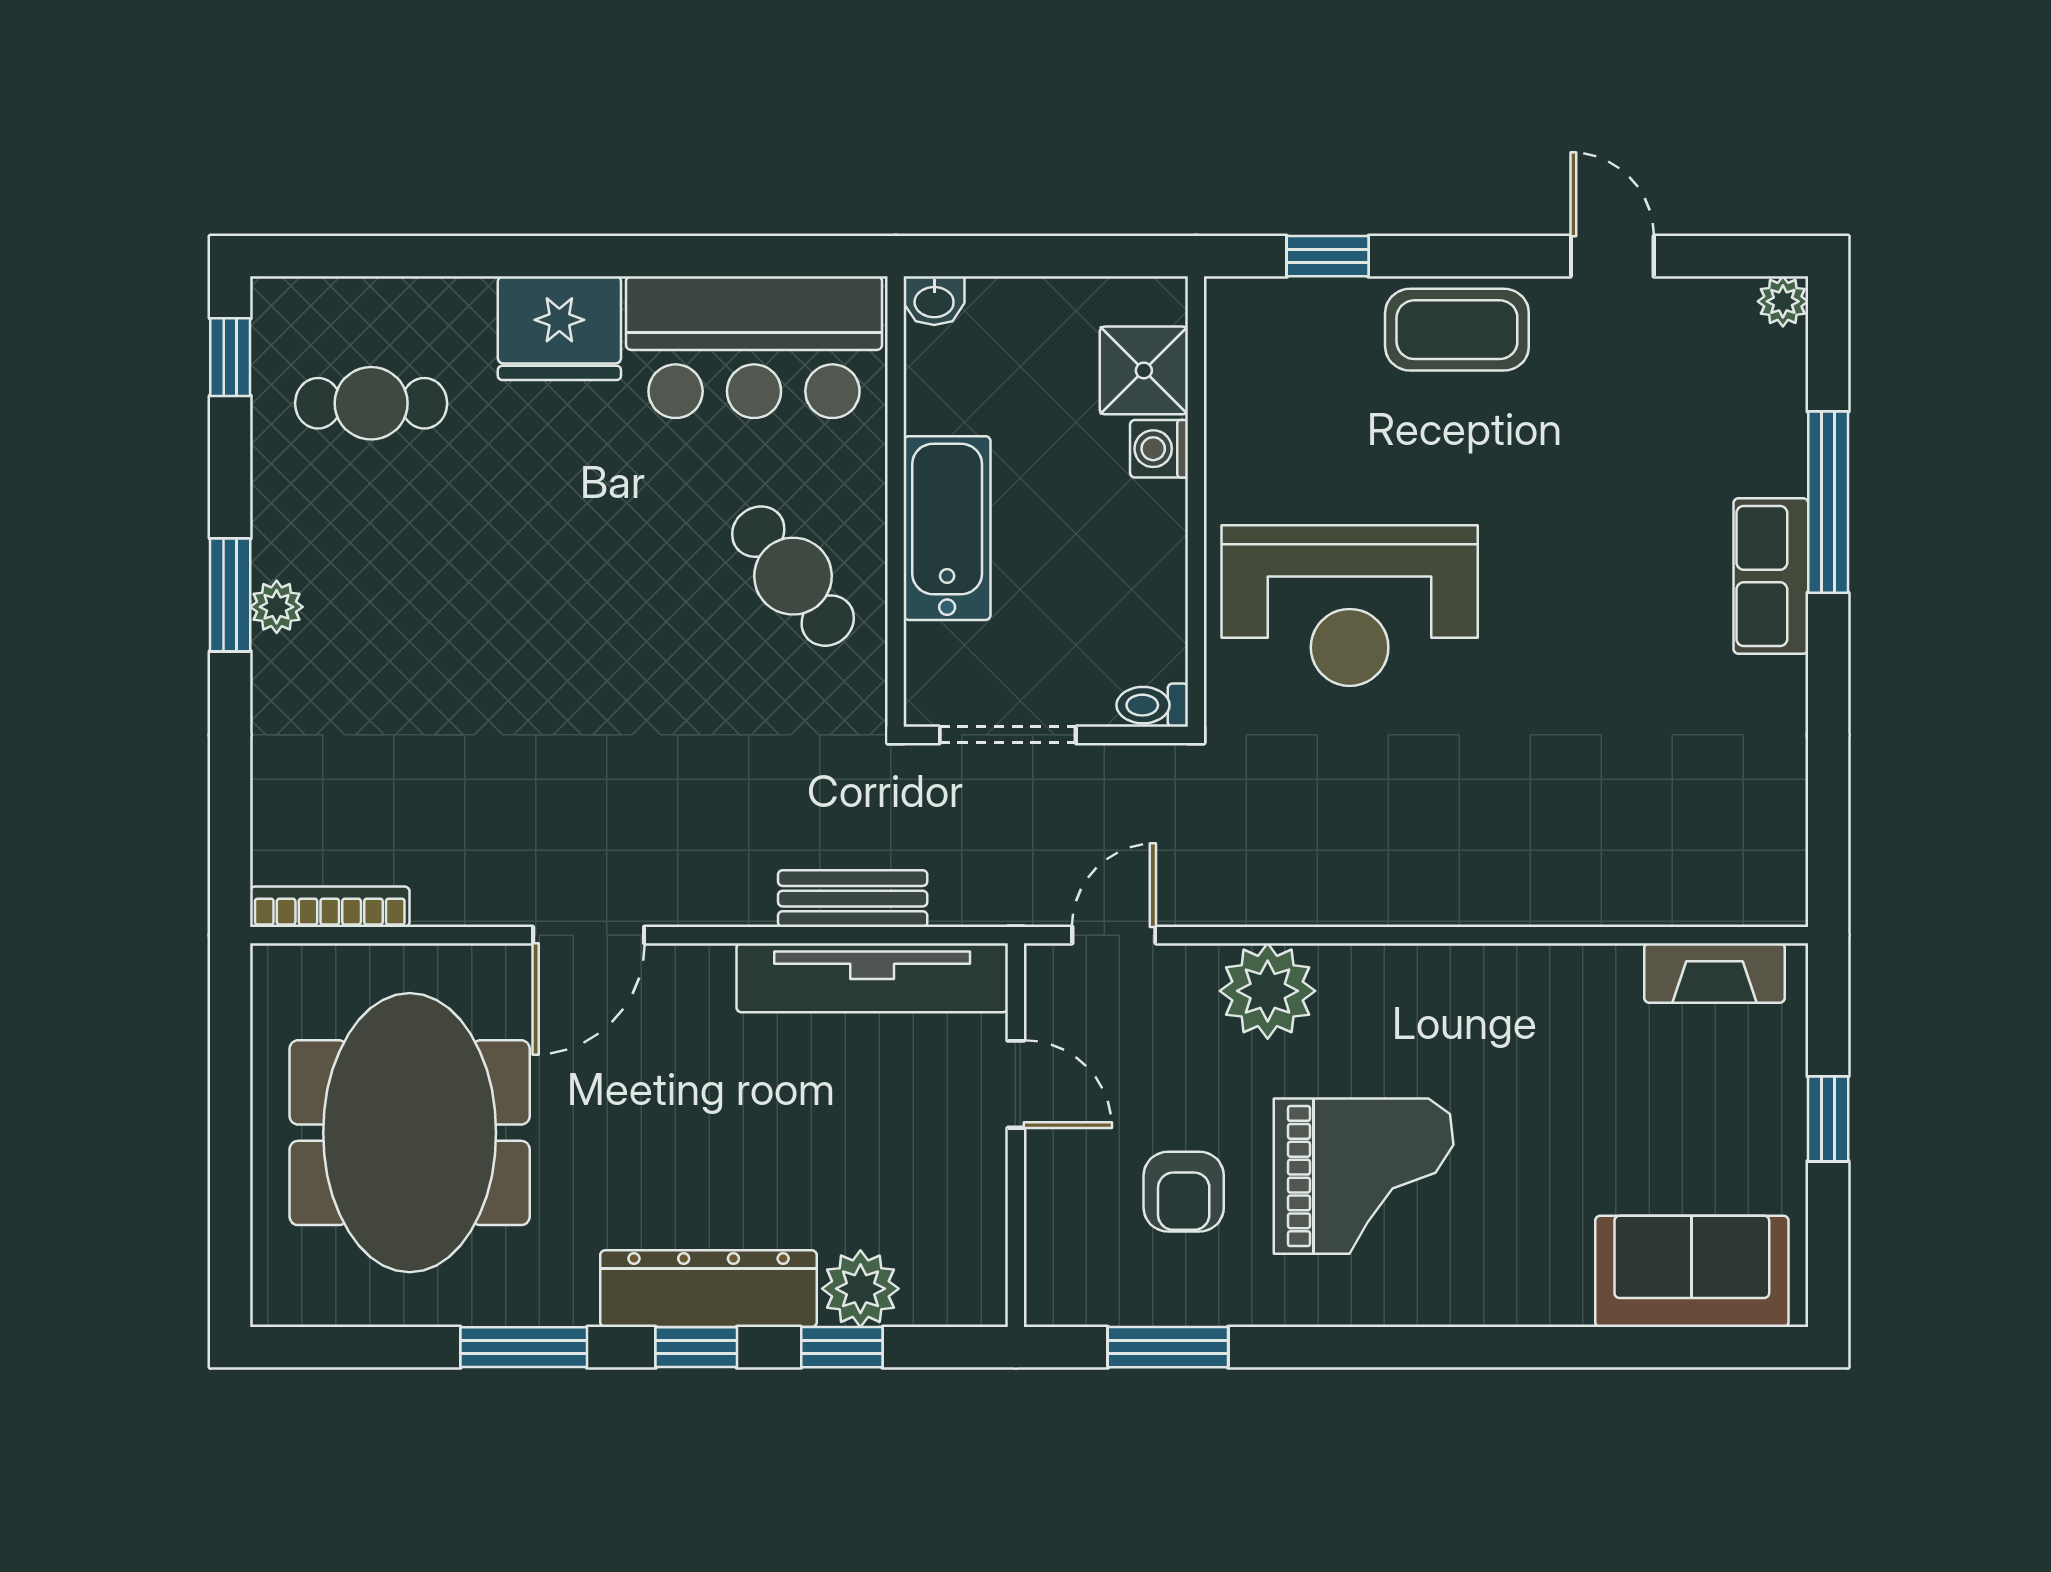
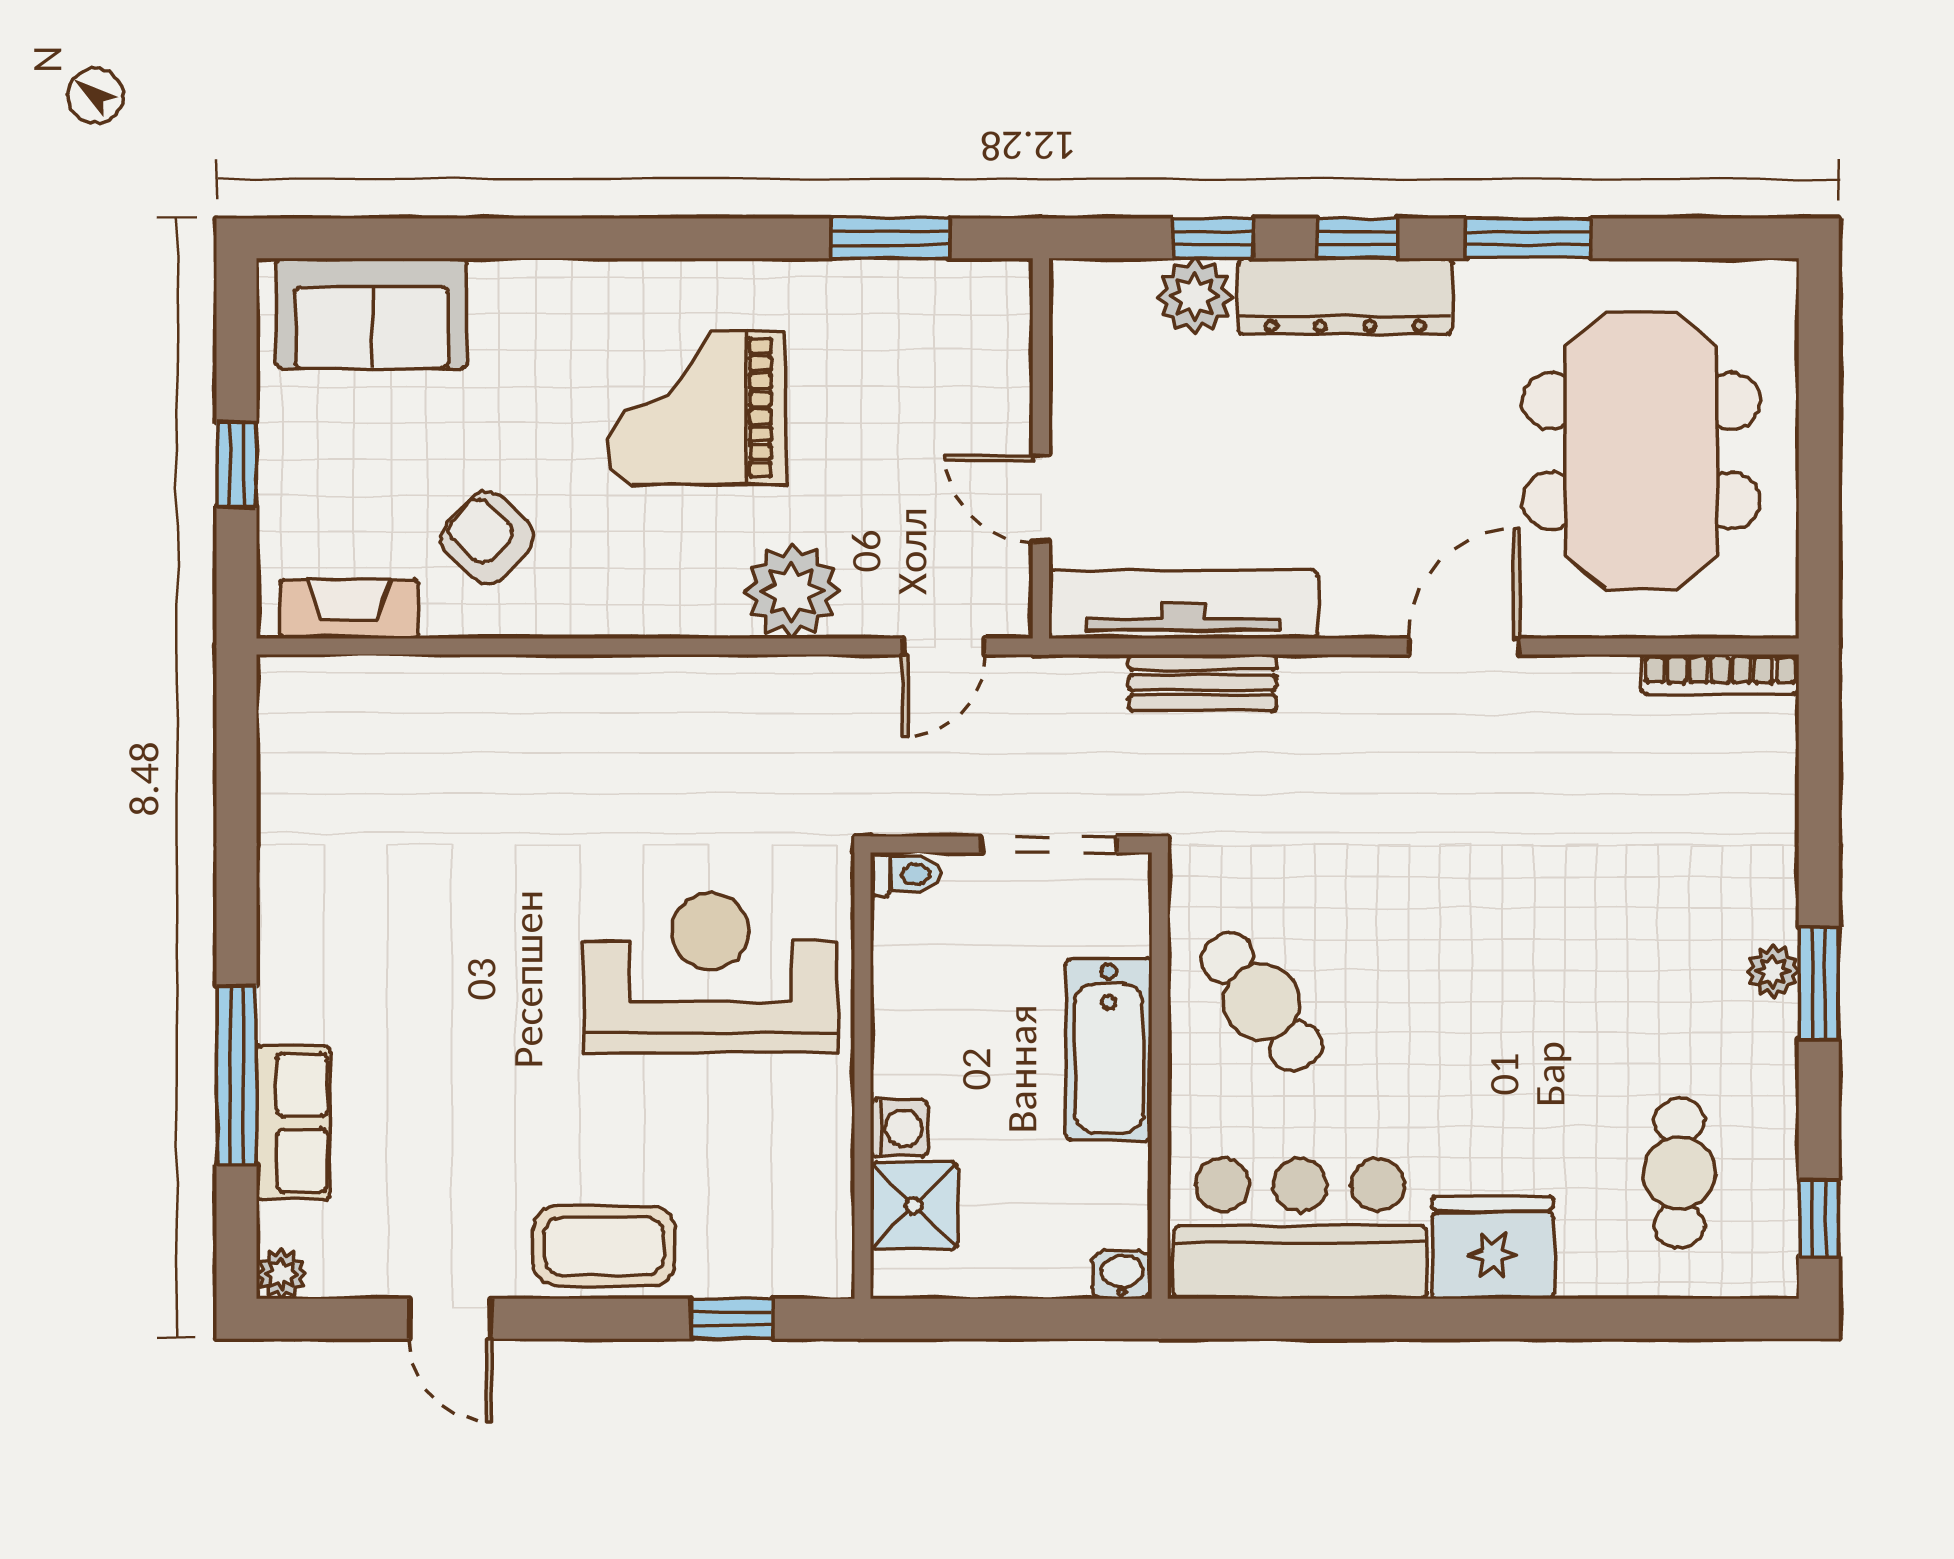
cafe table: (371, 403) -> (1679, 1173), turned 90
row of seats: (1771, 576) -> (293, 1123), moved
armchair: (1184, 1192) -> (487, 538), moved, turned -47

